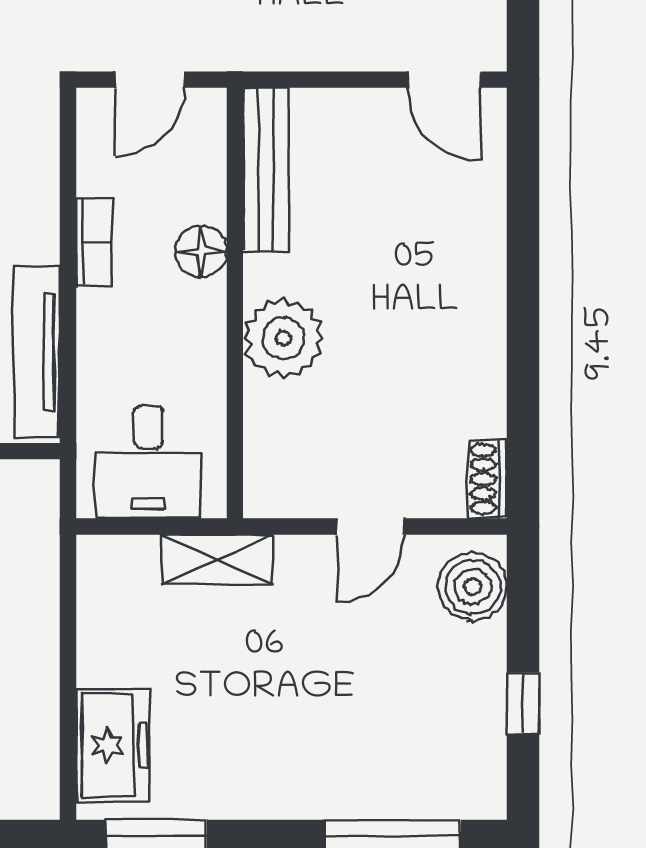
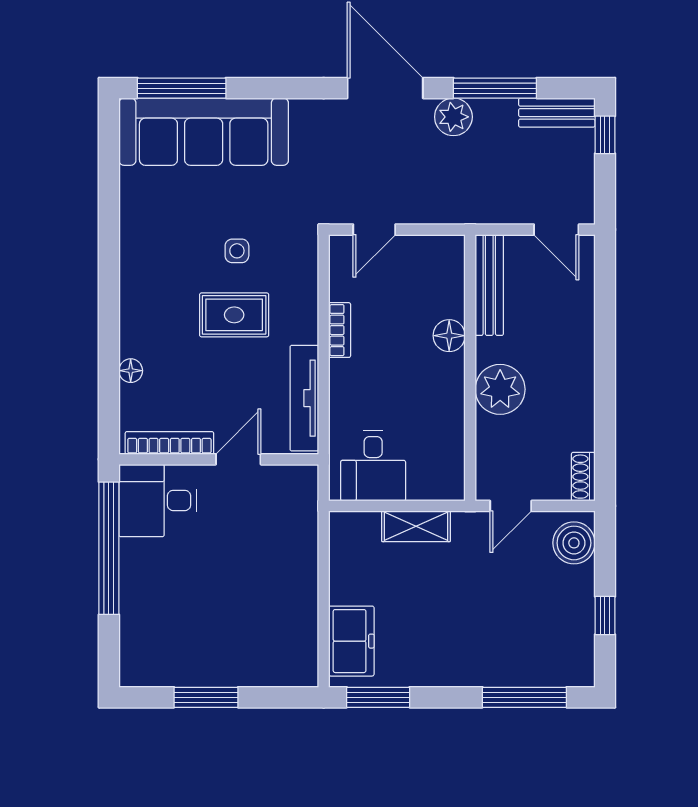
bench: (266, 169) -> (489, 285), moved
floor lamp: (201, 251) -> (449, 336), moved
wall: (235, 303) -> (470, 368), moved
plant: (283, 338) -> (500, 389), moved

